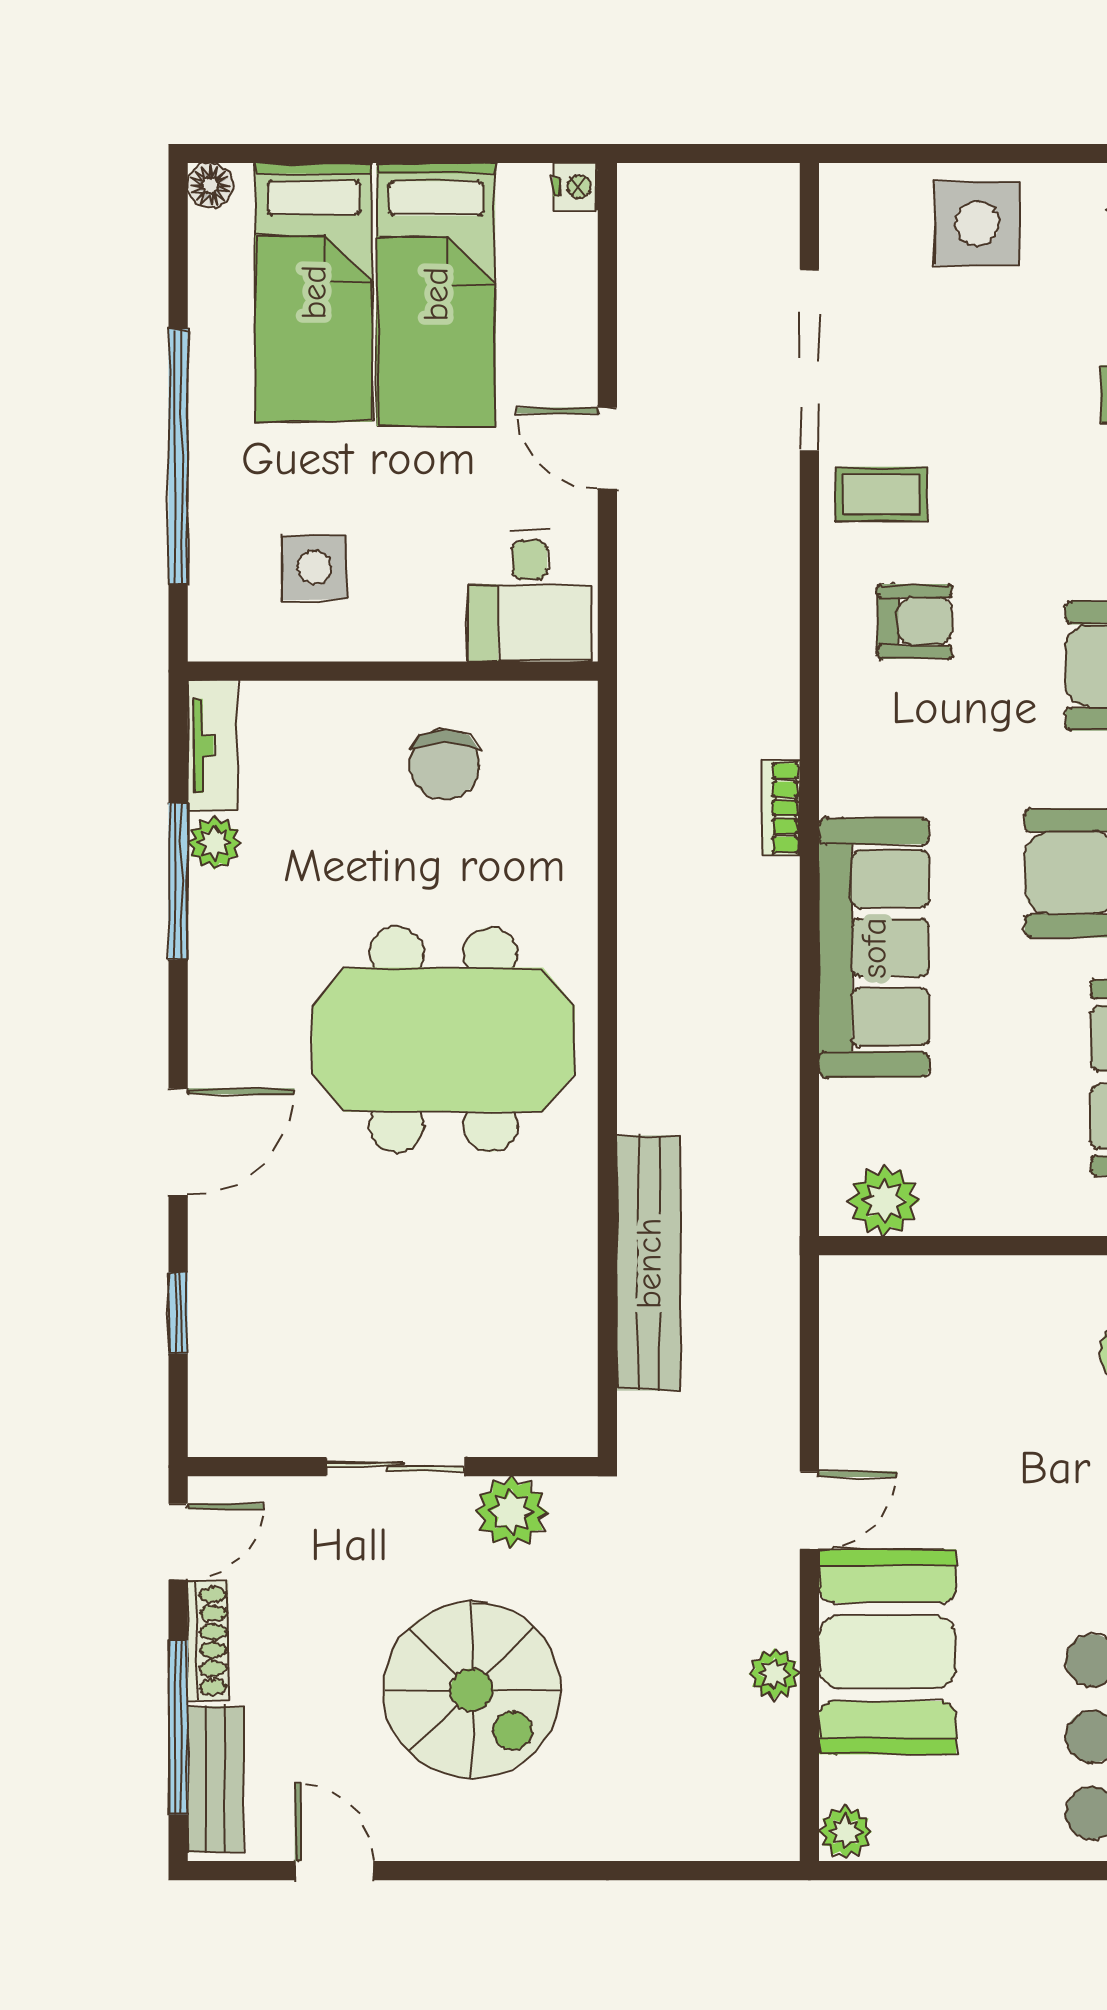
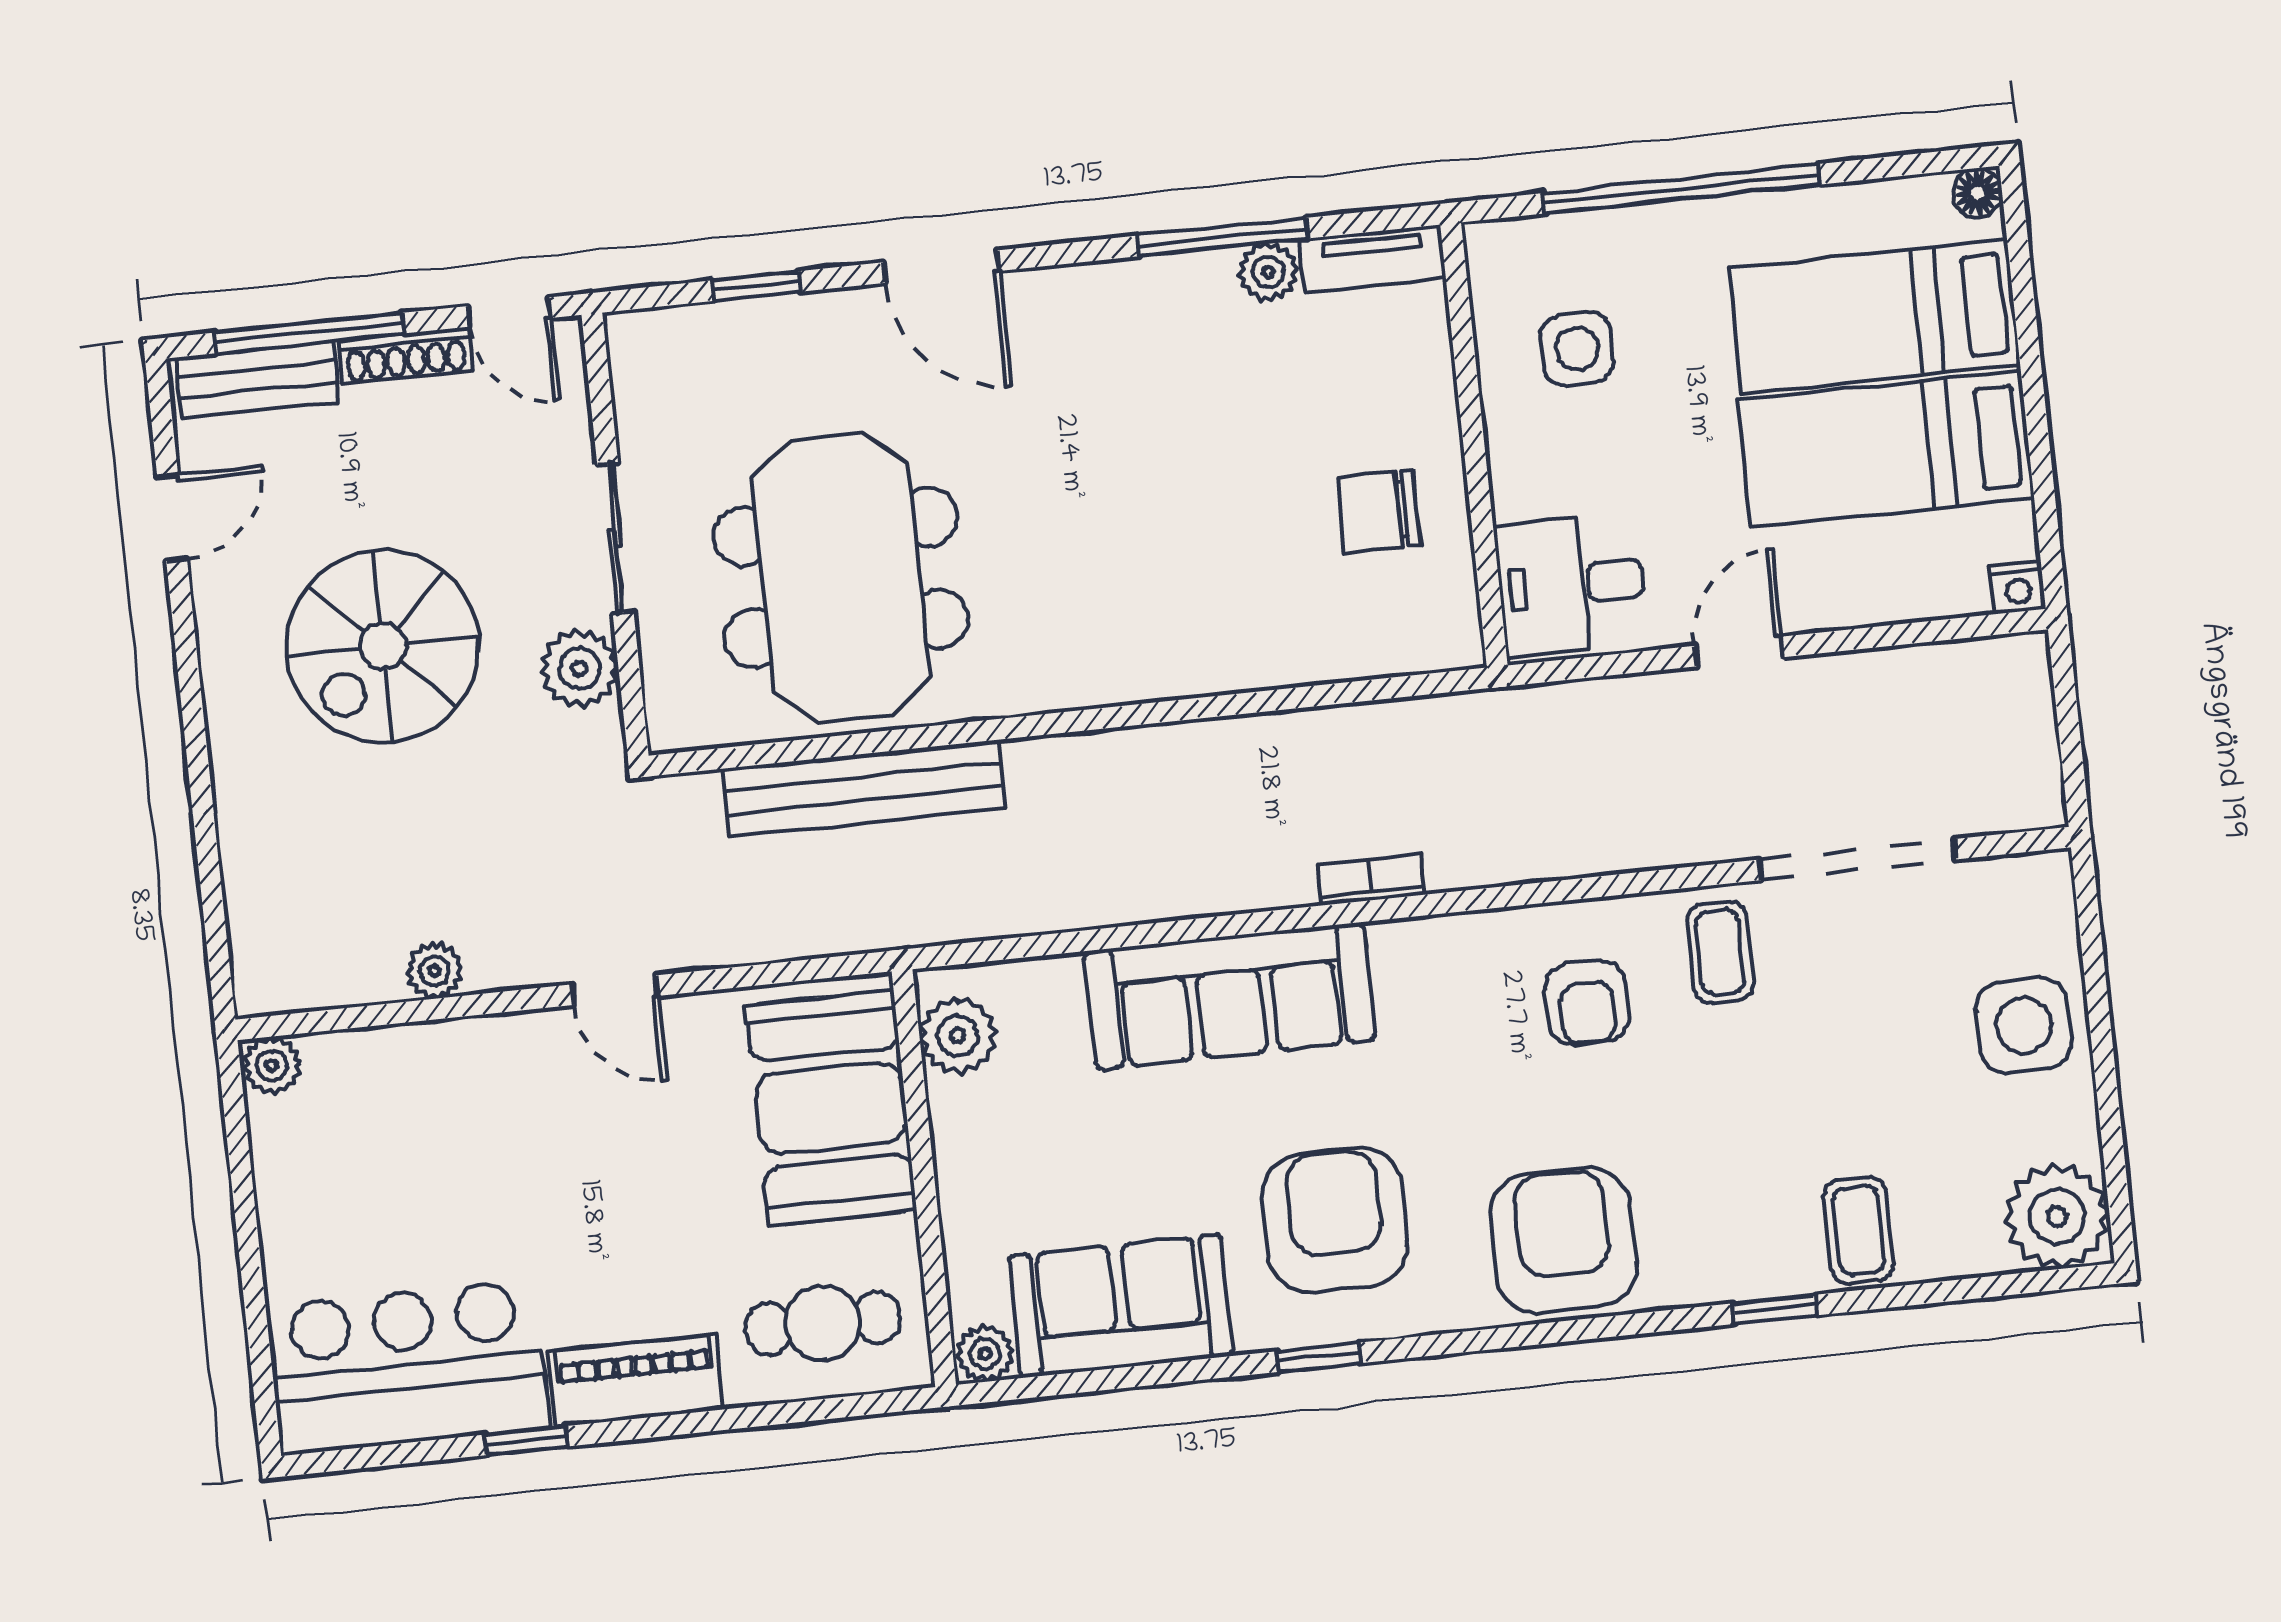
meeting table: (443, 1040) -> (841, 578), moved
booth: (888, 1652) -> (831, 1108), moved, turned 90

